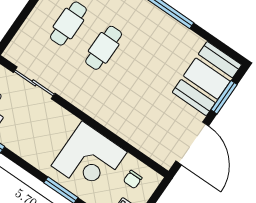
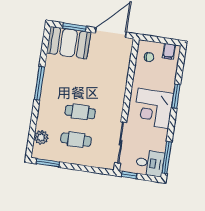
sliding door: (34, 83) -> (121, 143), width x1.37
corner desk: (89, 159) -> (153, 108), moved, turned 180

